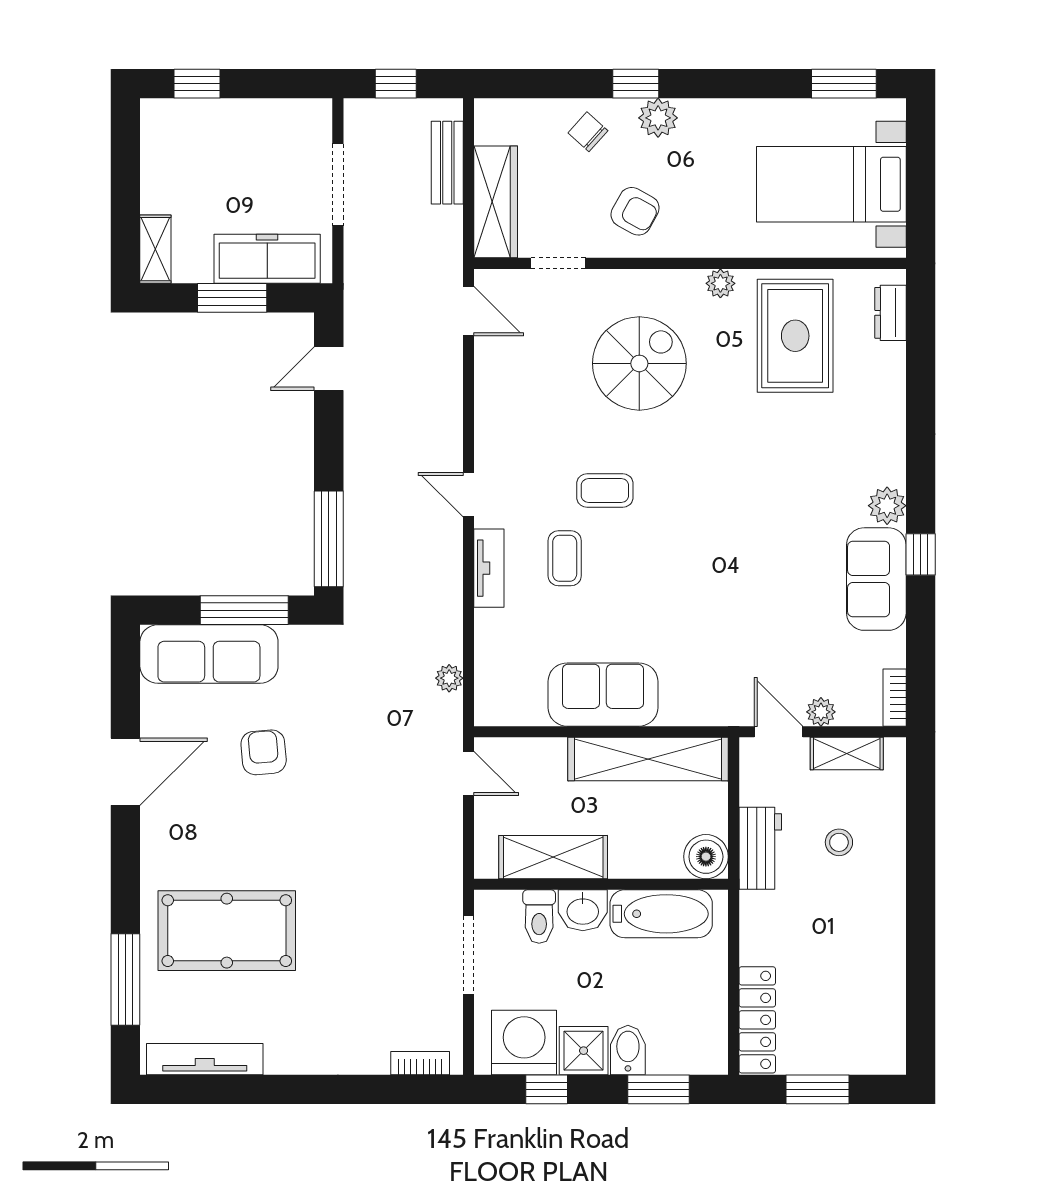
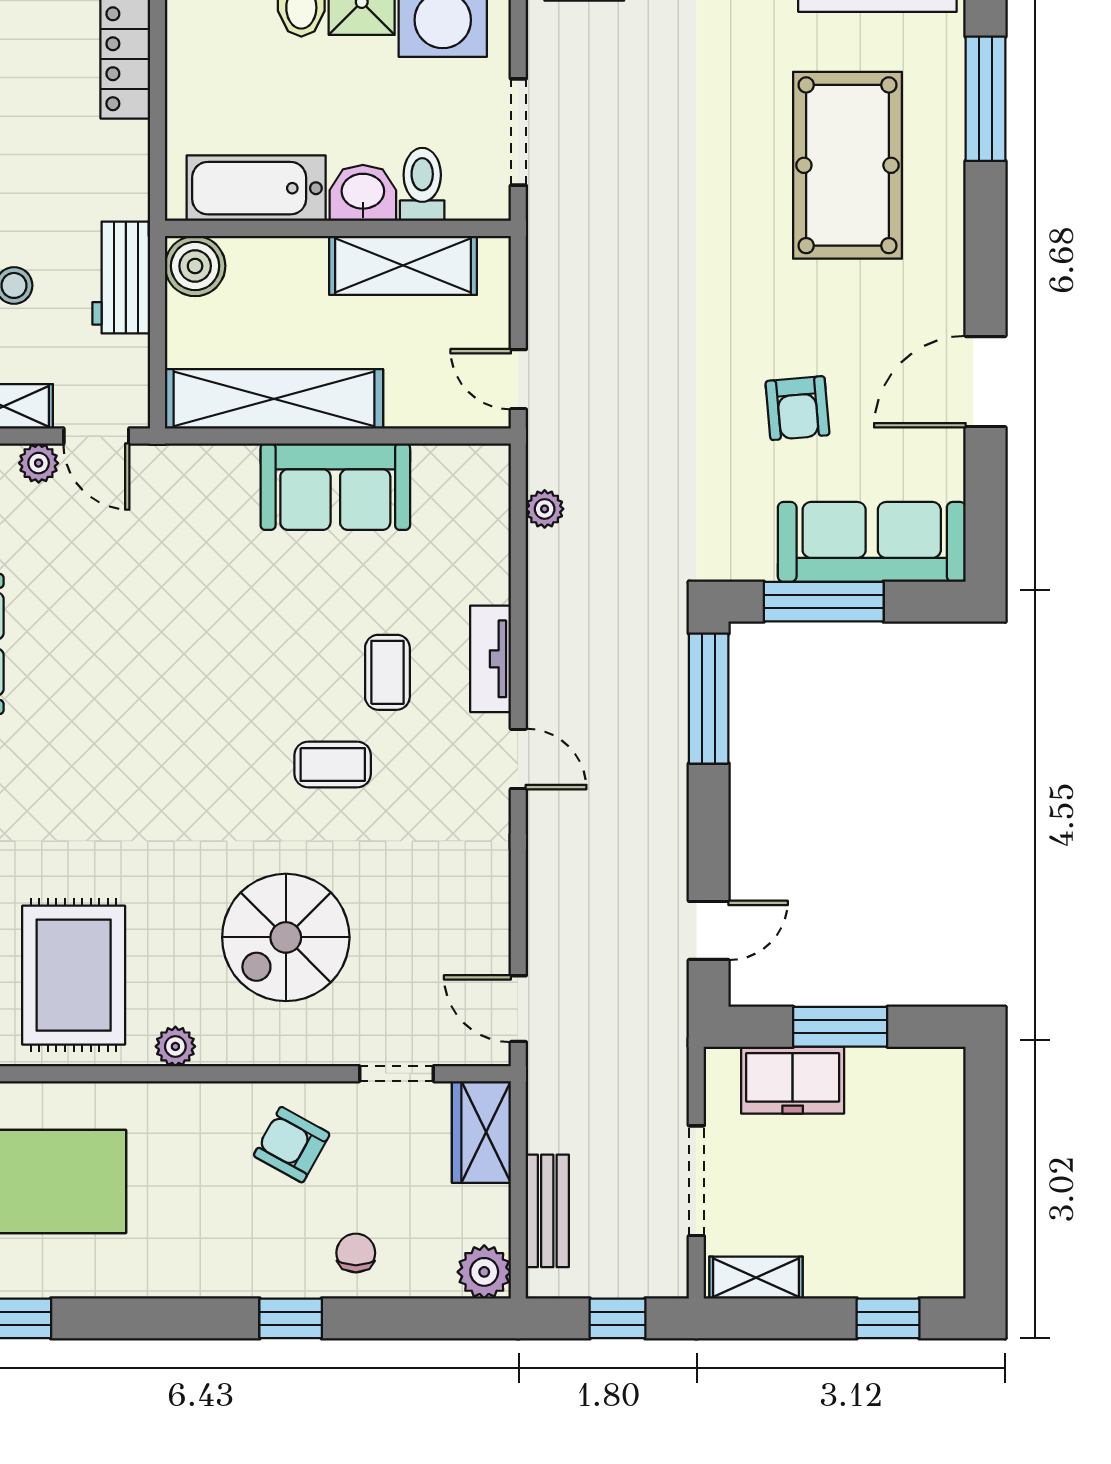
plant: (658, 118) -> (484, 1272), moved
chair: (588, 132) -> (356, 1253), turned -132
wardrobe: (496, 202) -> (481, 1132), width x0.67
shelving: (155, 249) -> (756, 1278), moved, turned 90
freezer: (267, 259) -> (793, 1080), width x0.71
pool table: (227, 931) -> (847, 165), turned 90

